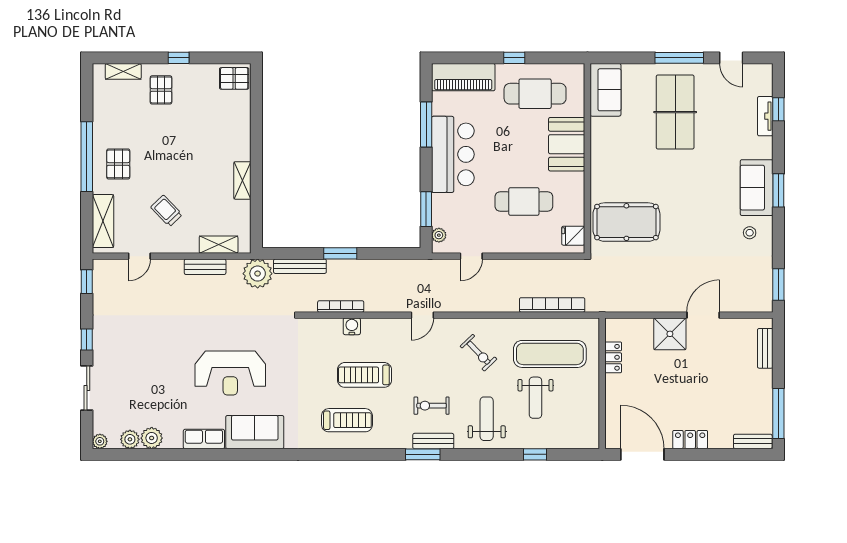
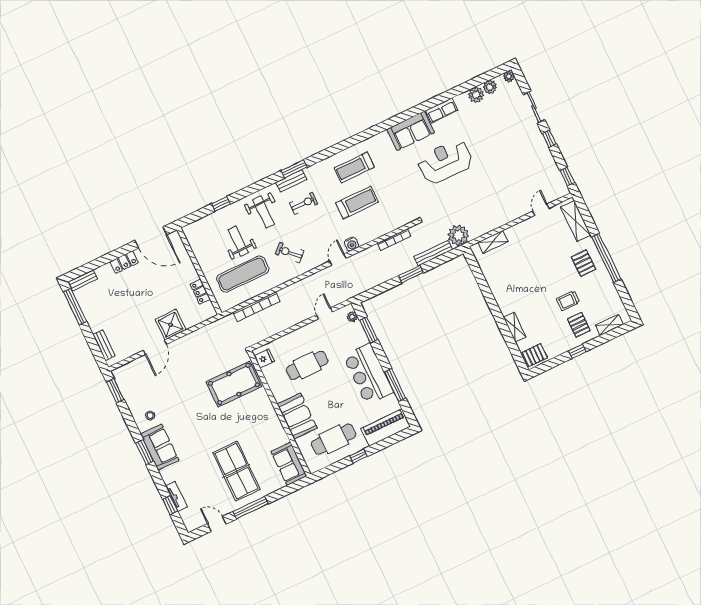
shelving: (242, 180) -> (515, 327), moved
trolley: (166, 211) -> (568, 301), moved, turned 134
bench: (205, 267) -> (495, 223), removed
water cooler: (352, 326) -> (351, 244), moved

